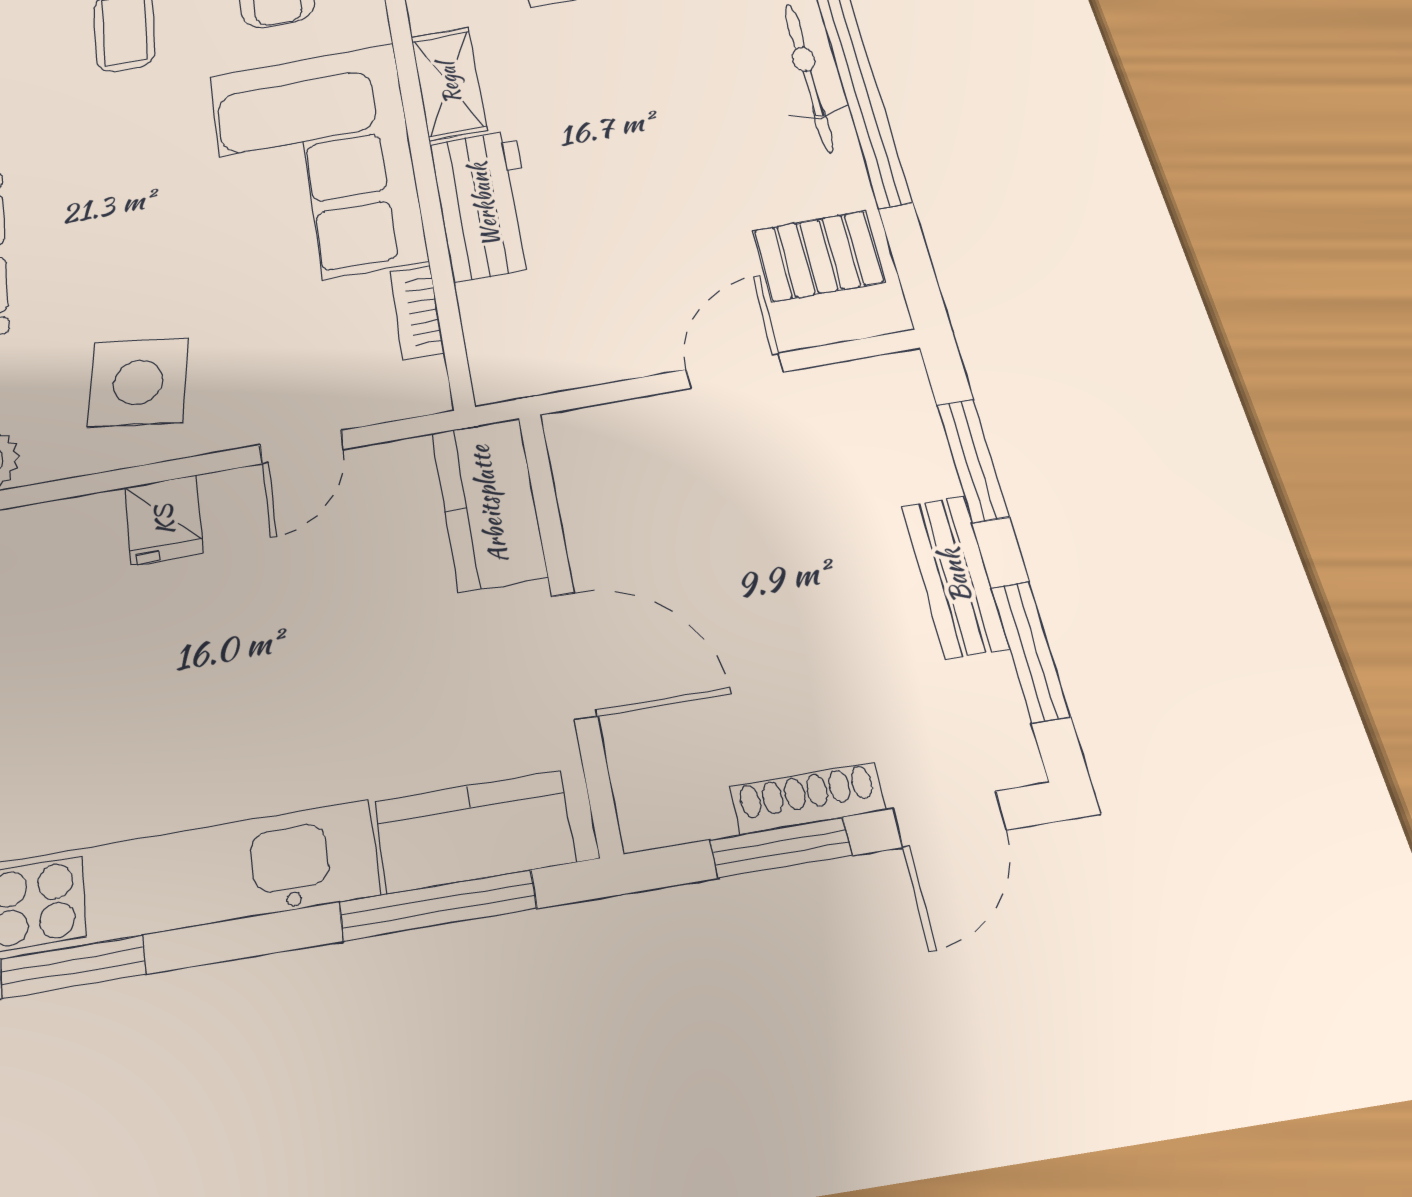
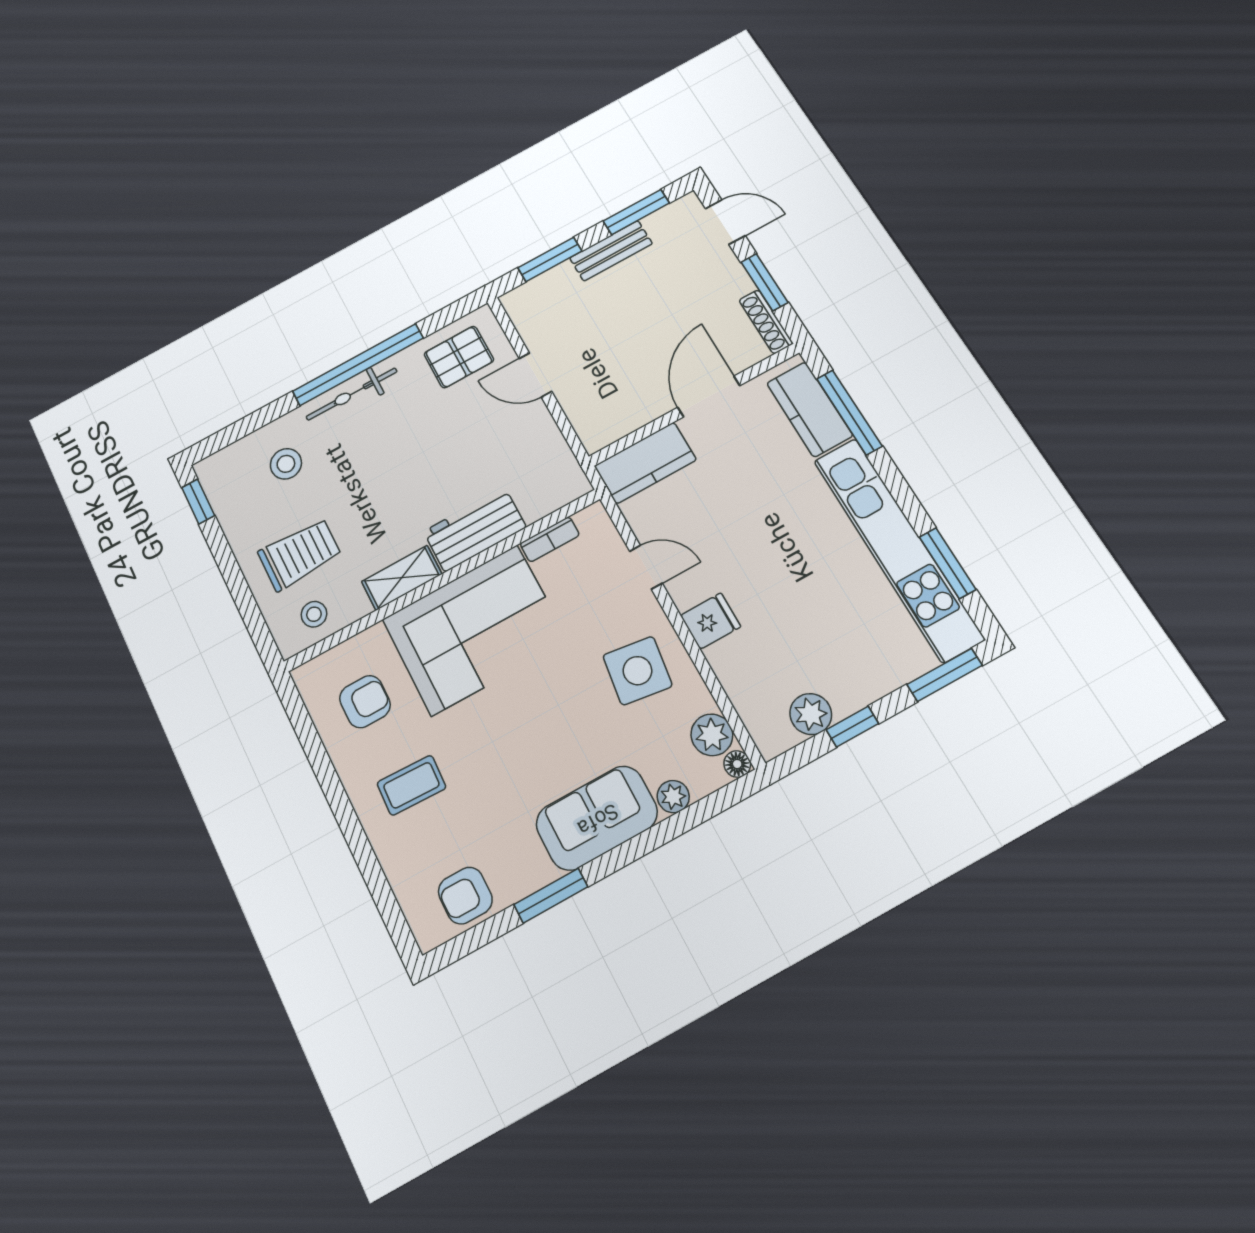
pallet: (819, 256) -> (459, 357), turned 90
shoe rack: (808, 798) -> (766, 322), moved

